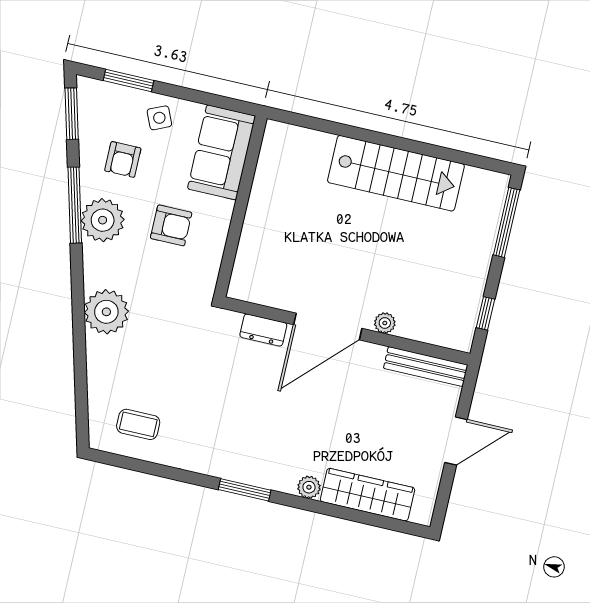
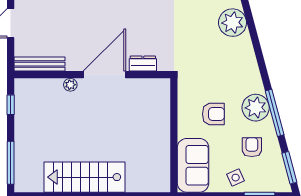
armchair: (171, 225) -> (213, 114), turned 180
plant: (106, 312) -> (233, 23), moved

